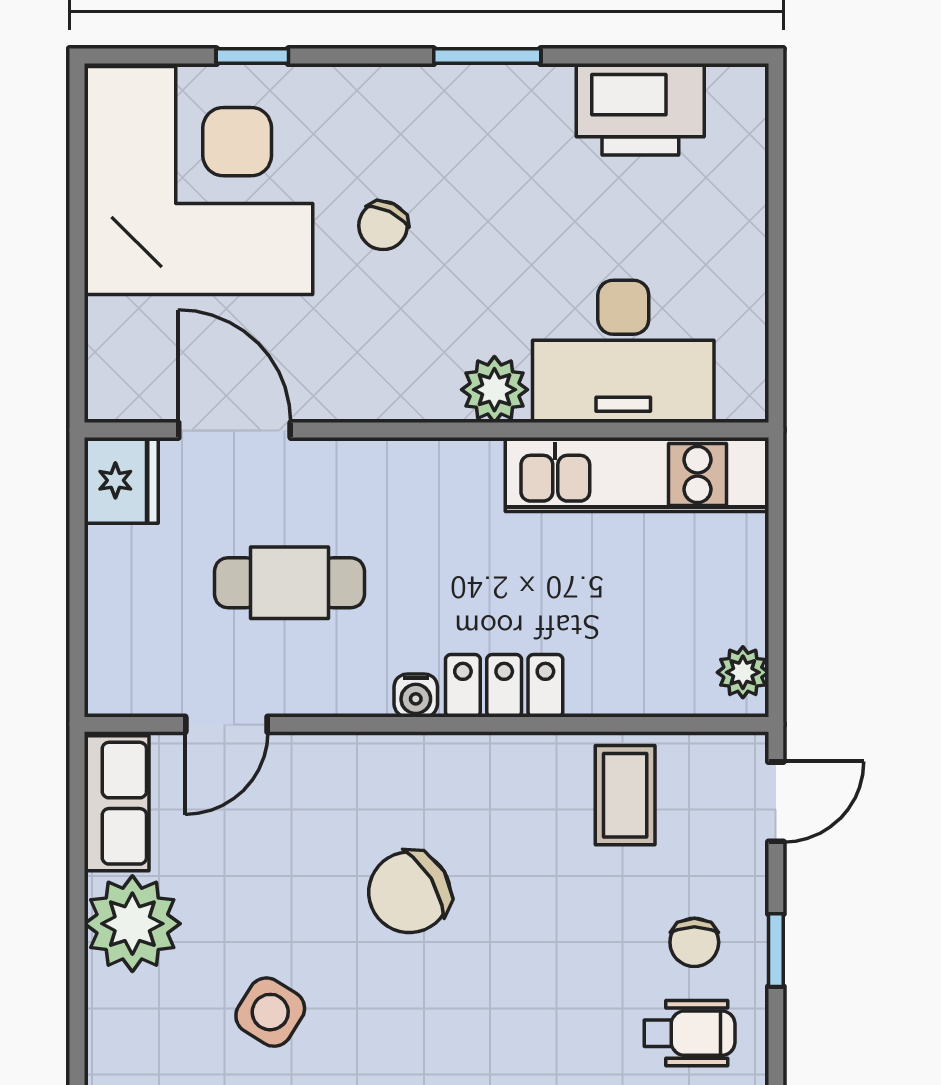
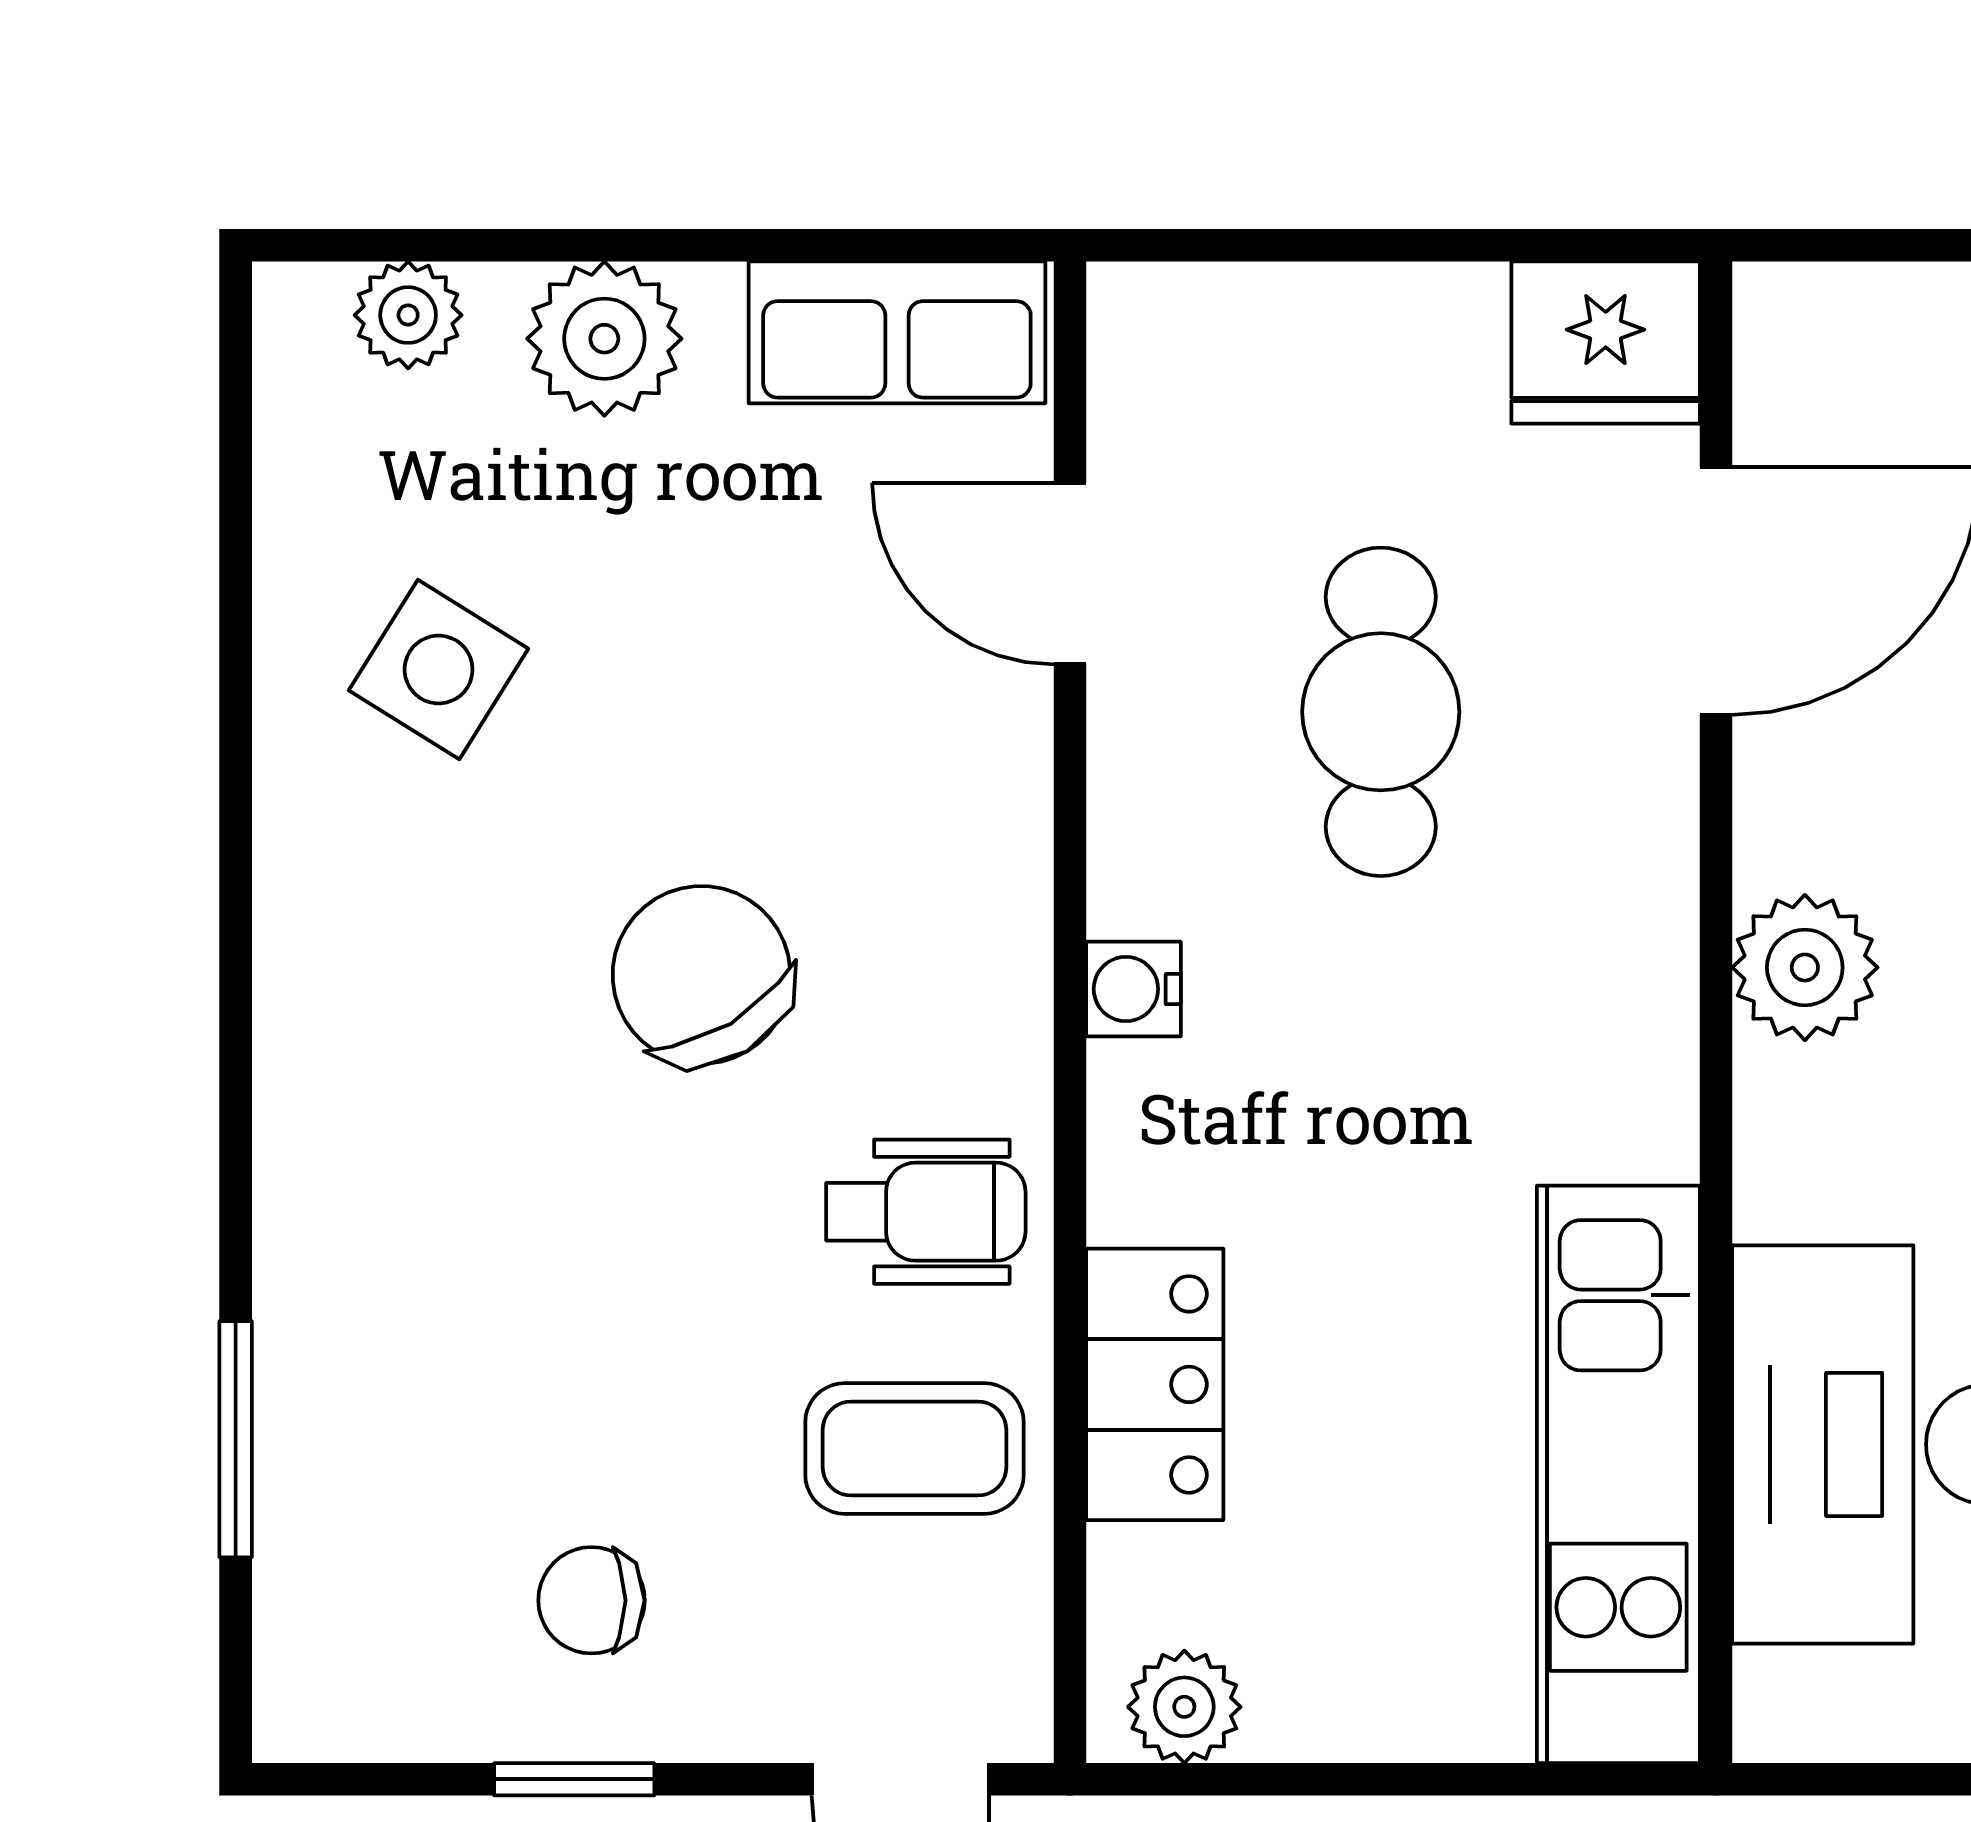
plant: (494, 390) -> (1805, 967), moved
locker: (504, 686) -> (1155, 1384), moved
plant: (132, 924) -> (604, 339), width x0.73, depth x0.73
plant: (109, 1026) -> (408, 315), added
wheelchair: (689, 1033) -> (926, 1212), moved, turned -90

